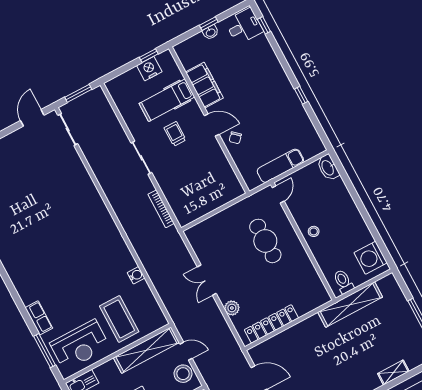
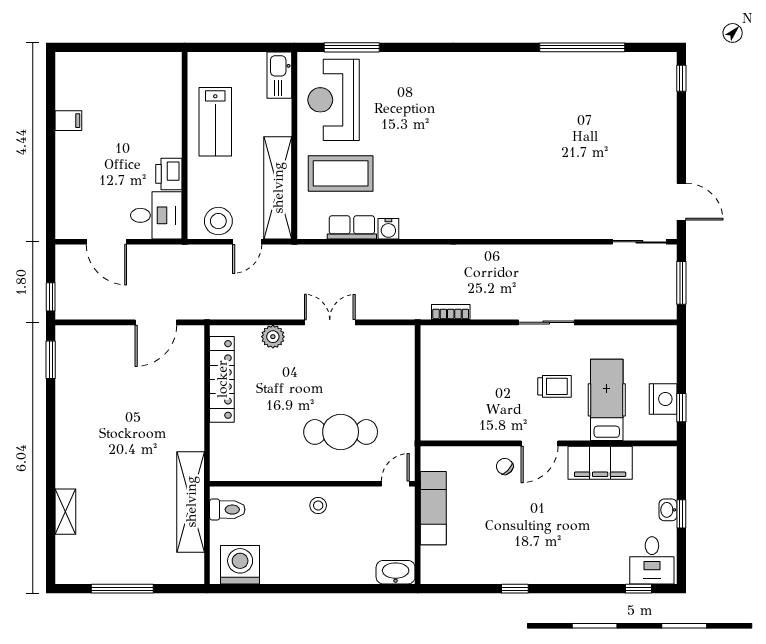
door: (278, 194) -> (395, 484), swing flipped
bookcase: (161, 209) -> (451, 312), width x0.64
row of seats: (39, 318) -> (352, 227), moved, turned 180

